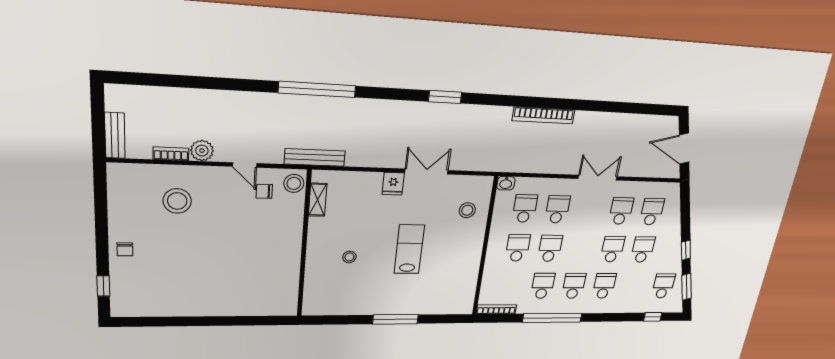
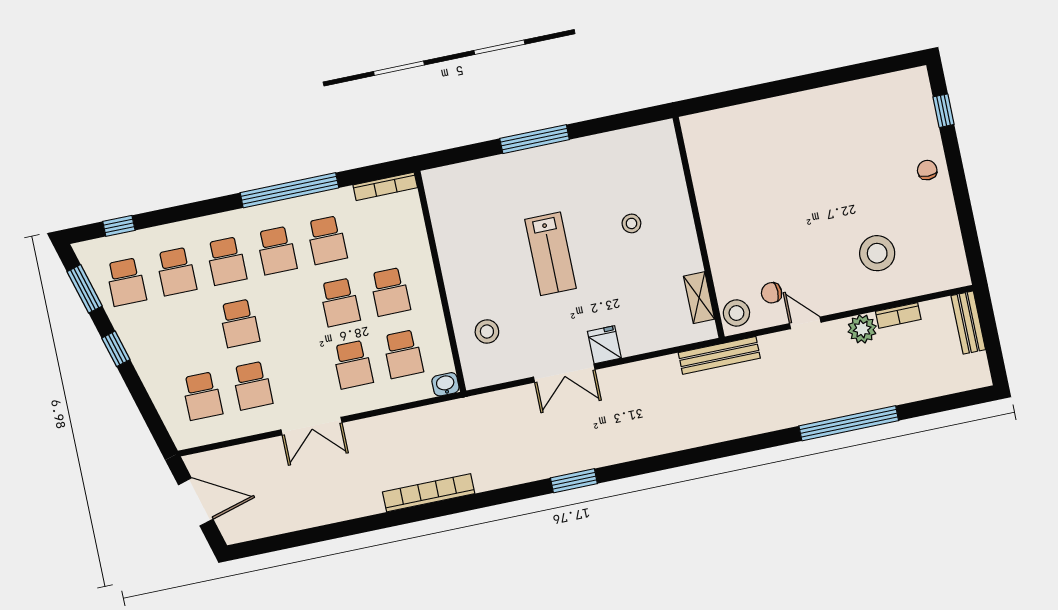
window: (317, 89) -> (849, 423), moved
chair: (264, 191) -> (772, 293), turned 180
school desk: (643, 249) -> (176, 271), moved

